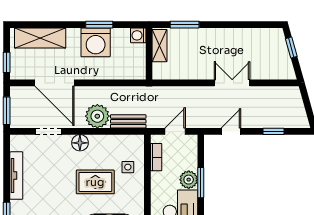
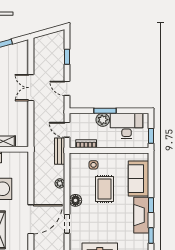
plant: (97, 116) -> (60, 183), width x0.53, depth x0.53
bench: (128, 121) -> (60, 151), moved

